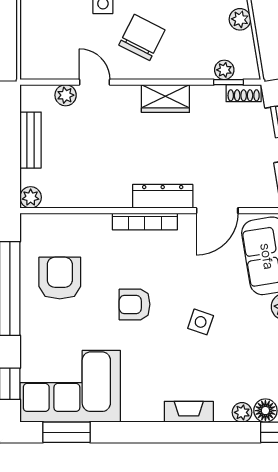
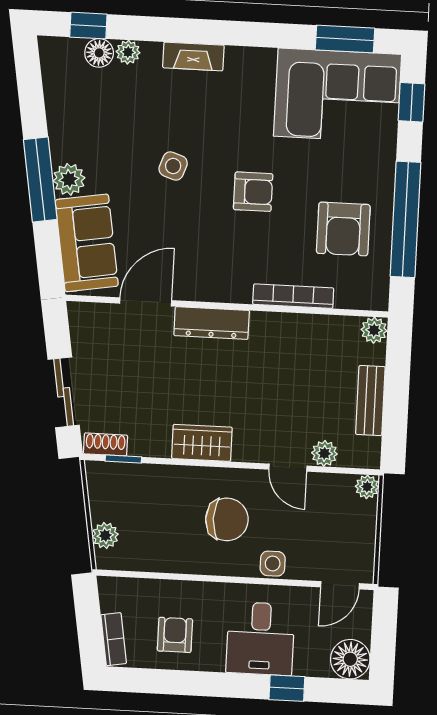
chair: (142, 37) -> (227, 519), turned -117
plant: (224, 70) -> (367, 487), moved
bookcase: (145, 221) -> (293, 296), moved

